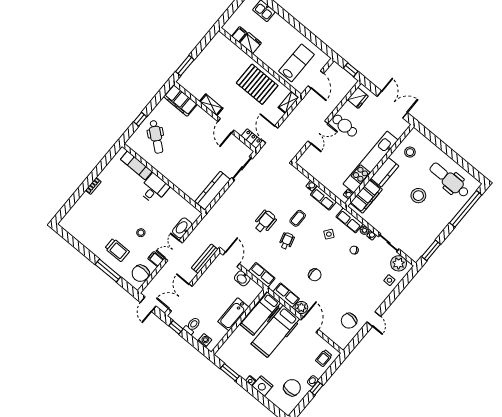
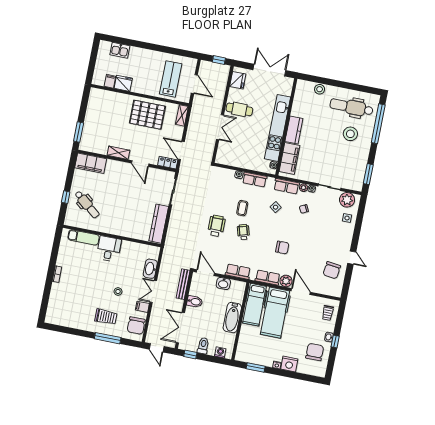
stool: (410, 152) -> (320, 89), moved
stool: (418, 196) -> (350, 134), moved
bidet: (207, 281) -> (195, 302), added

